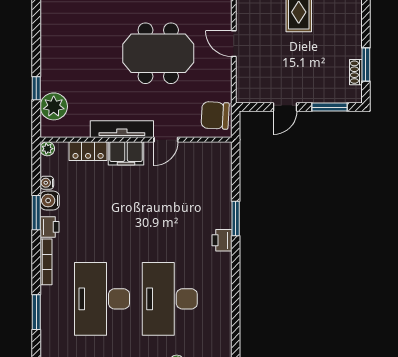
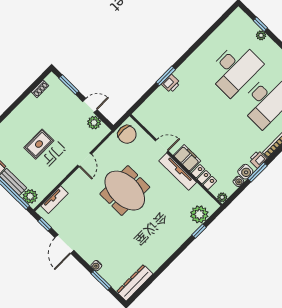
window: (366, 64) -> (32, 88), removed
plant: (263, 93) -> (94, 123), added
printer: (222, 240) -> (171, 84), moved

